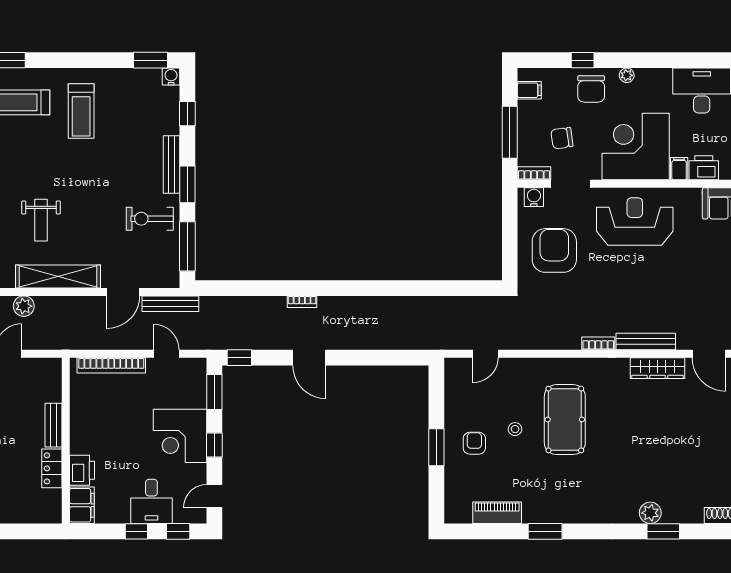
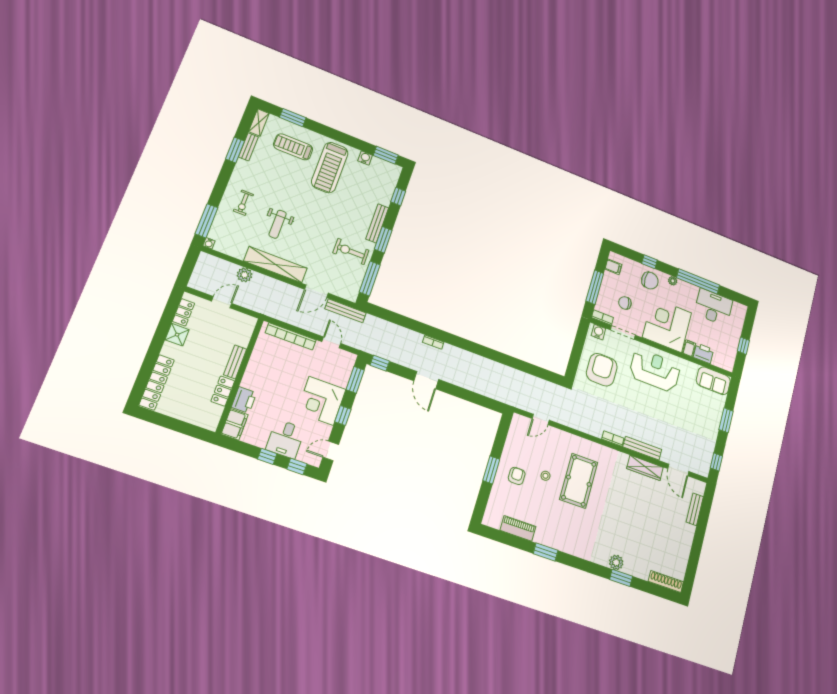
window: (667, 60) -> (698, 281), added
water cooler: (171, 77) -> (365, 158), moved
chair: (591, 89) -> (650, 281), turned -90
treadmill: (81, 111) -> (330, 167), width x1.37, depth x1.38

